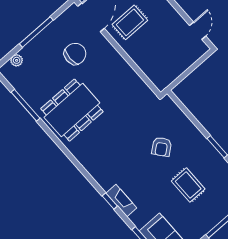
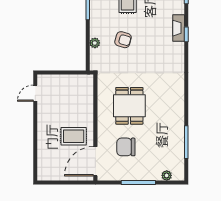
dining table: (72, 110) -> (129, 106), moved, width x0.73
plant: (184, 122) -> (95, 43), added
armchair: (162, 147) -> (123, 40), turned 55

